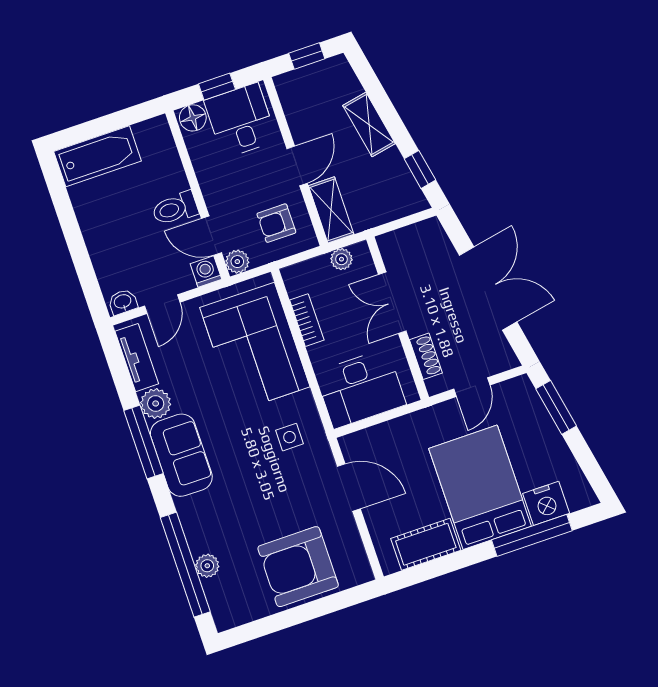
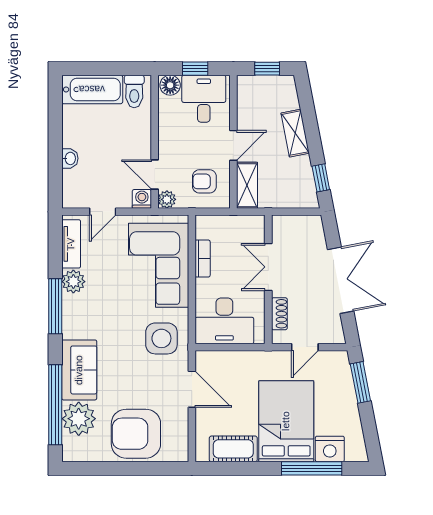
toilet: (175, 208) -> (134, 91), moved, turned -90
plant: (341, 259) -> (242, 223), removed
washbasin: (123, 302) -> (70, 158), moved, turned 90
side table: (289, 437) -> (161, 338), width x1.87, depth x1.87
sofa: (181, 455) -> (79, 370), moved
plant: (207, 566) -> (79, 419), width x1.87, depth x1.87

